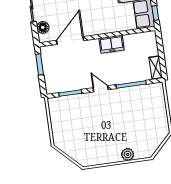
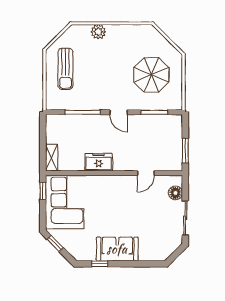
door: (70, 41) -> (146, 173), width x0.53
shelving: (156, 68) -> (52, 158), moved
sun lounger: (151, 119) -> (65, 69), added
parasol: (77, 124) -> (151, 75), added

